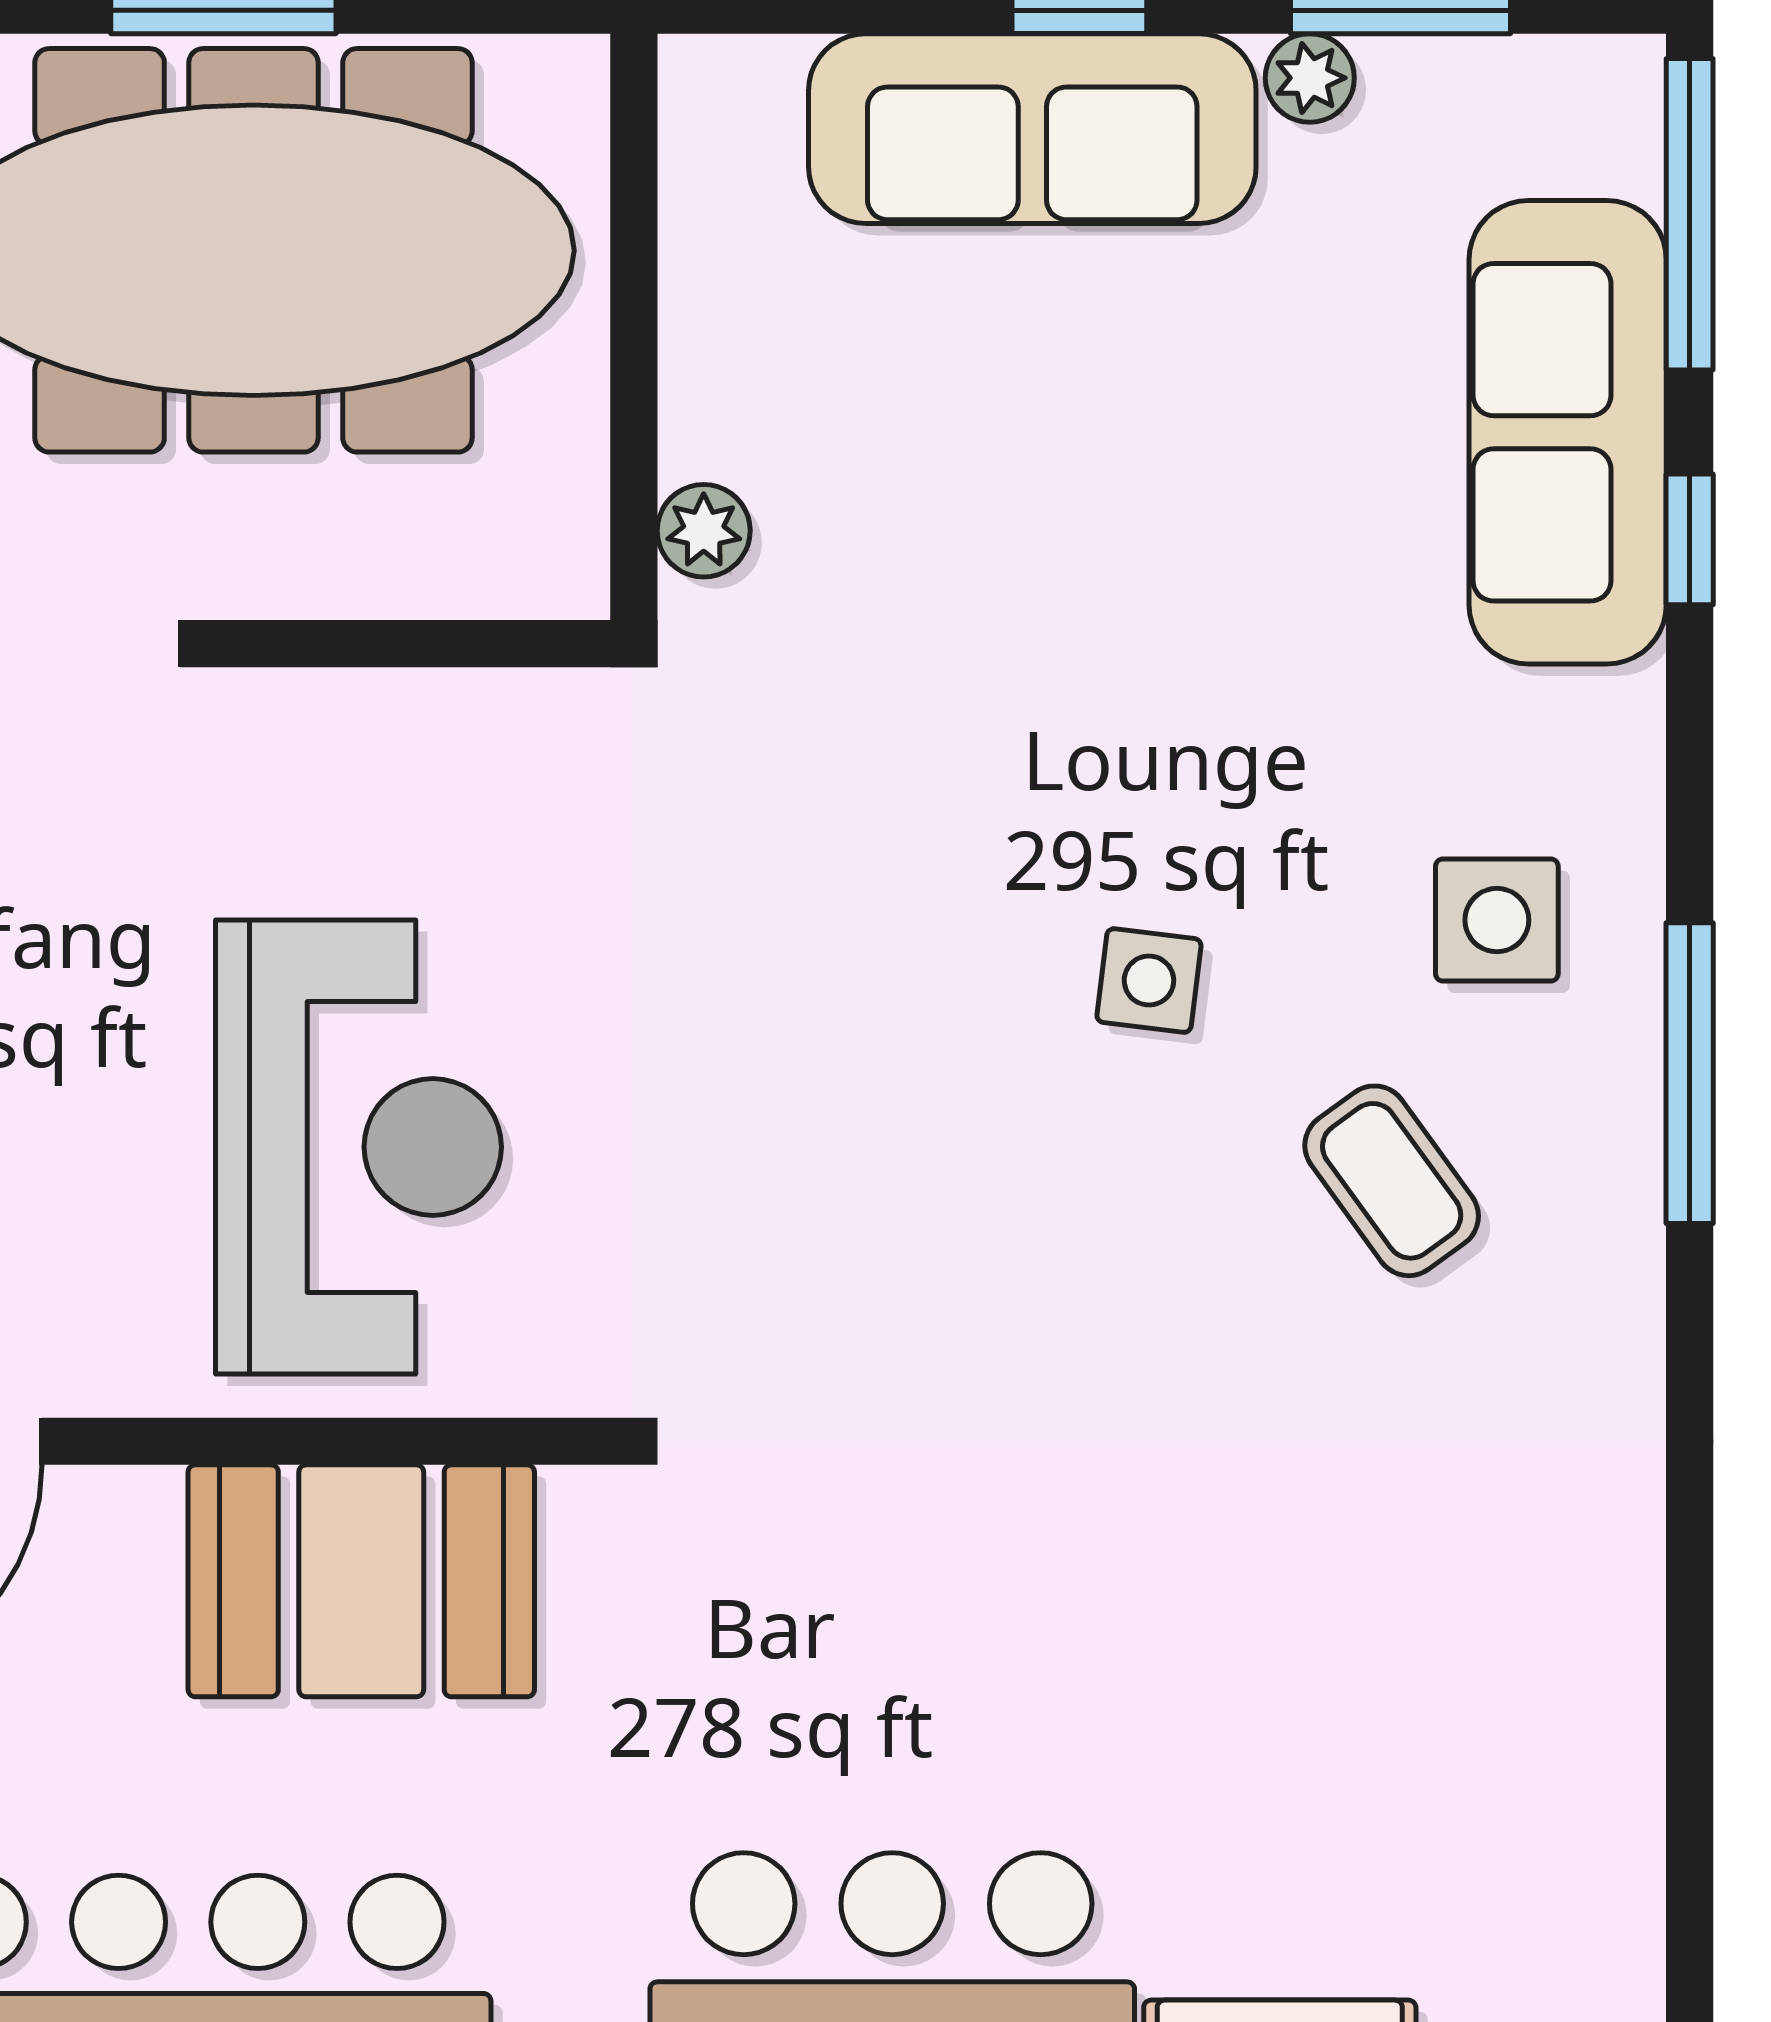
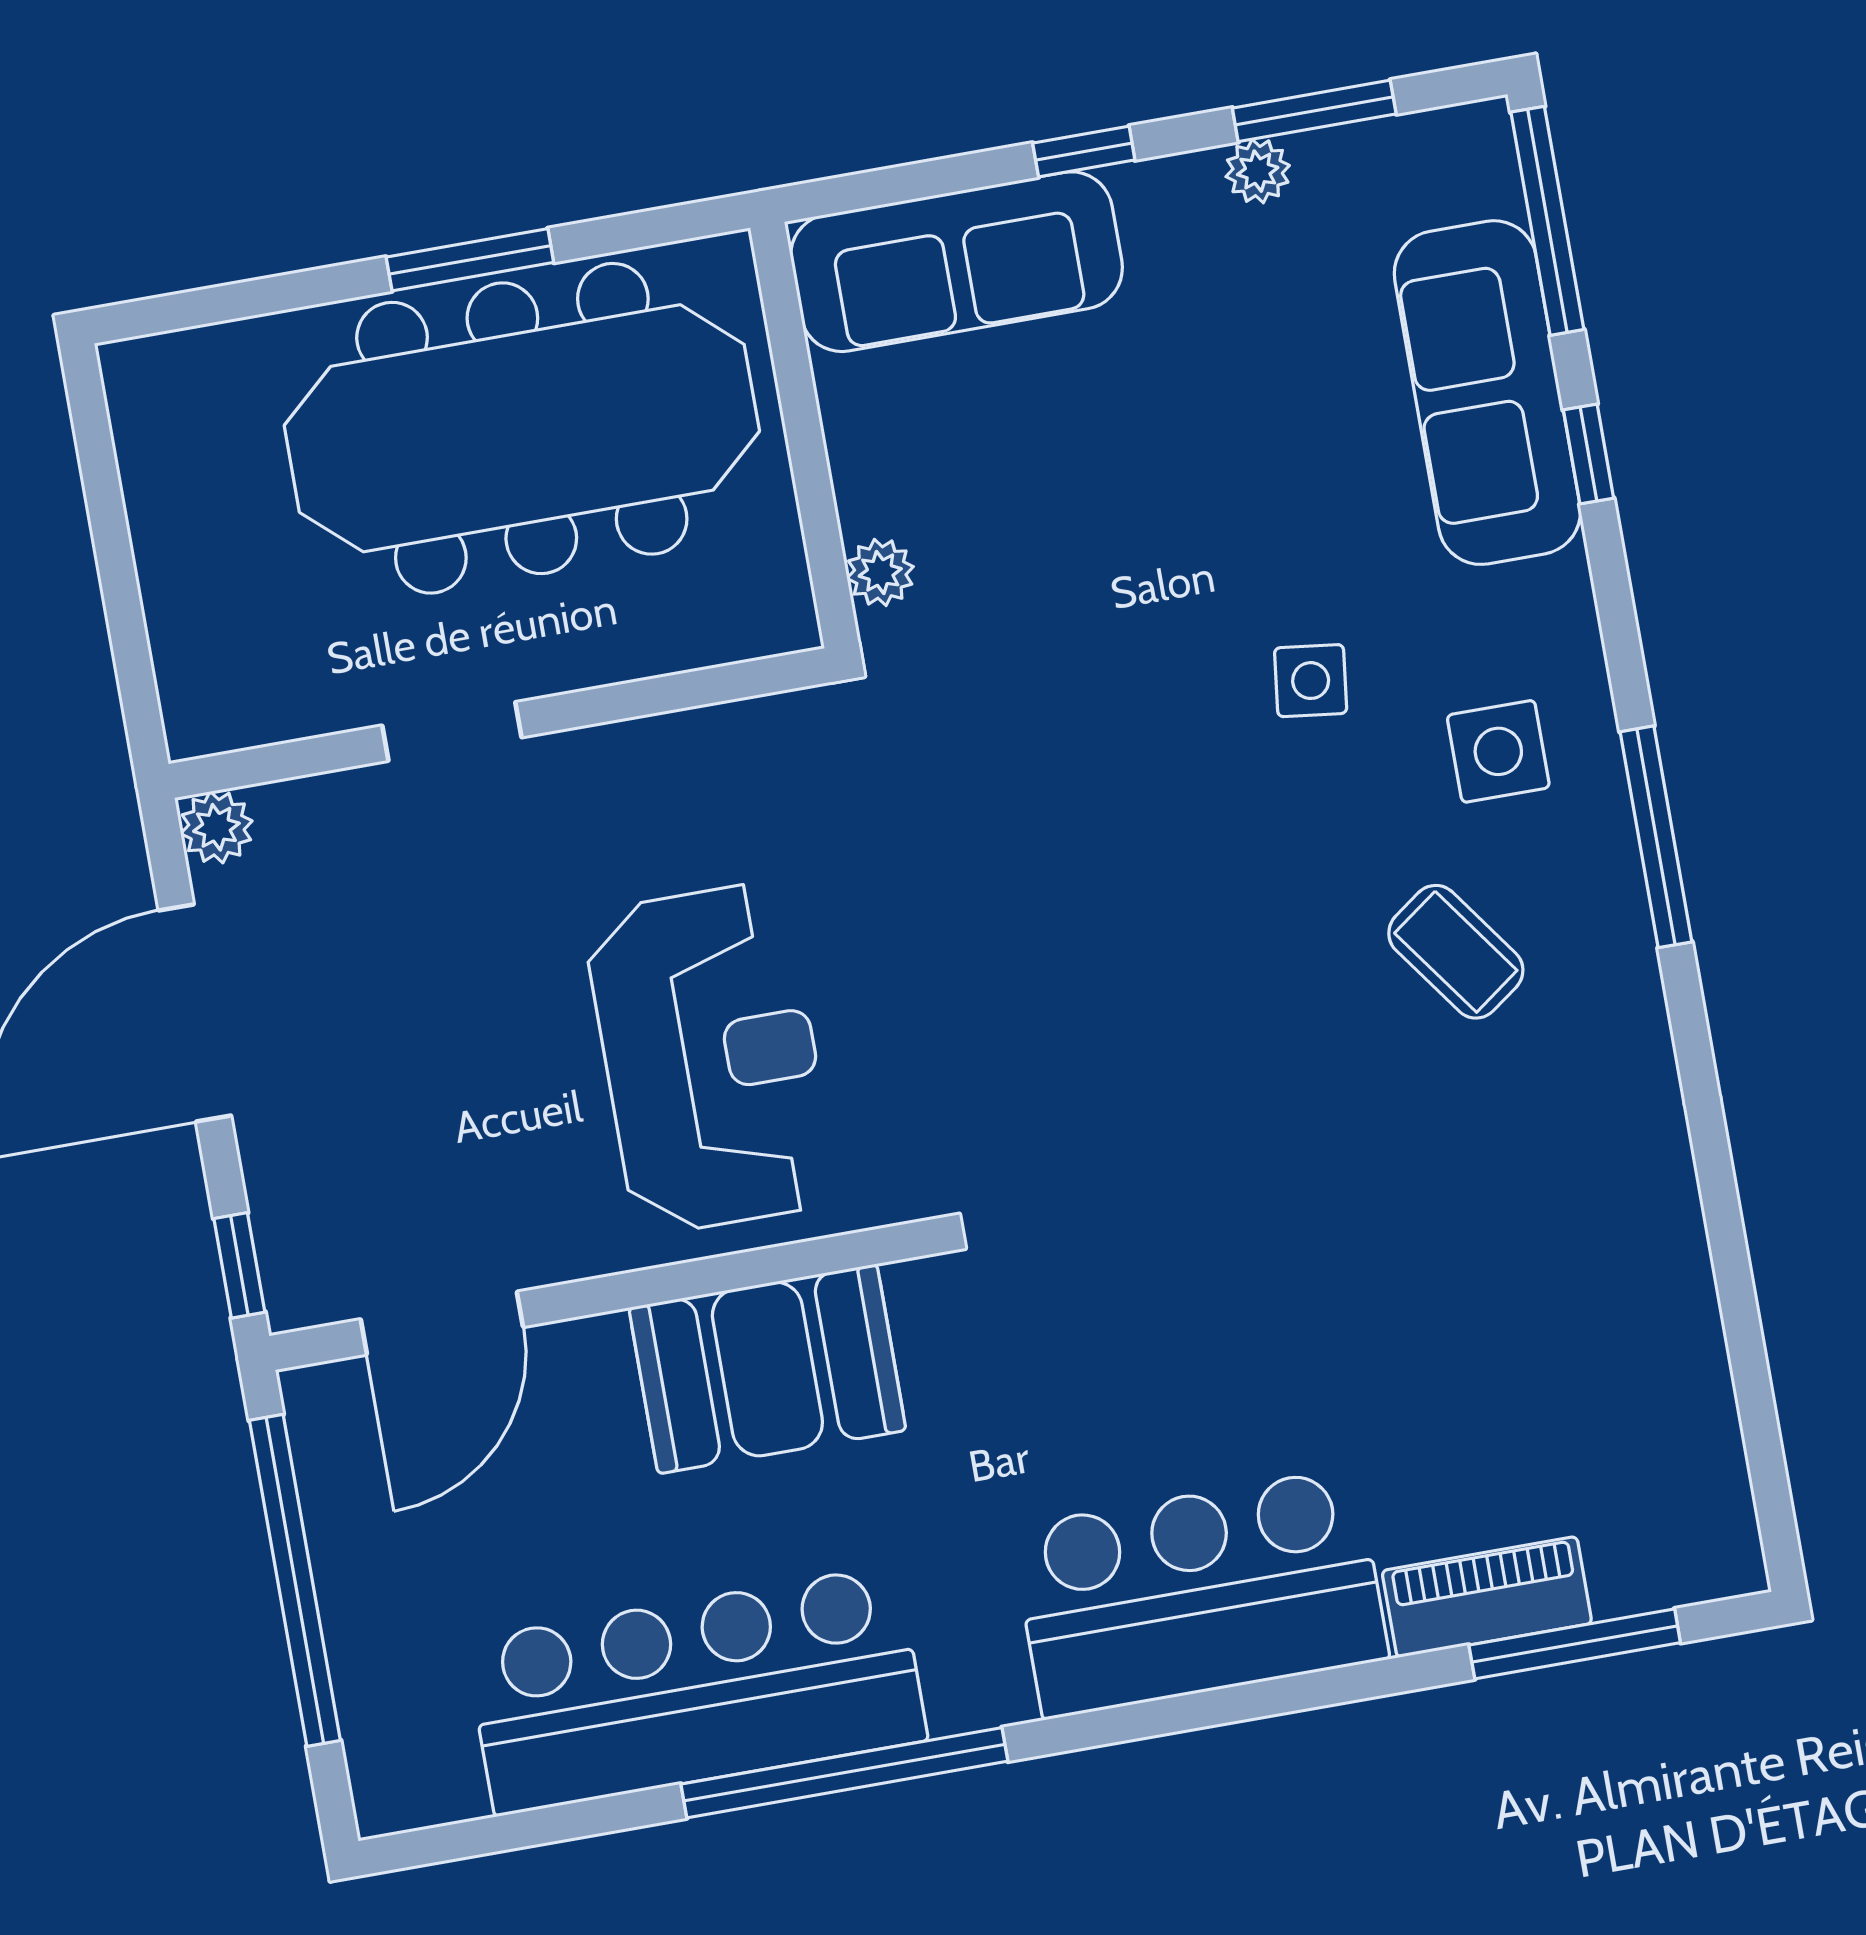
sofa: (1032, 129) -> (957, 262), moved
side table: (1149, 981) -> (1311, 681), moved

